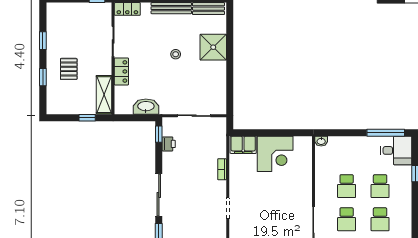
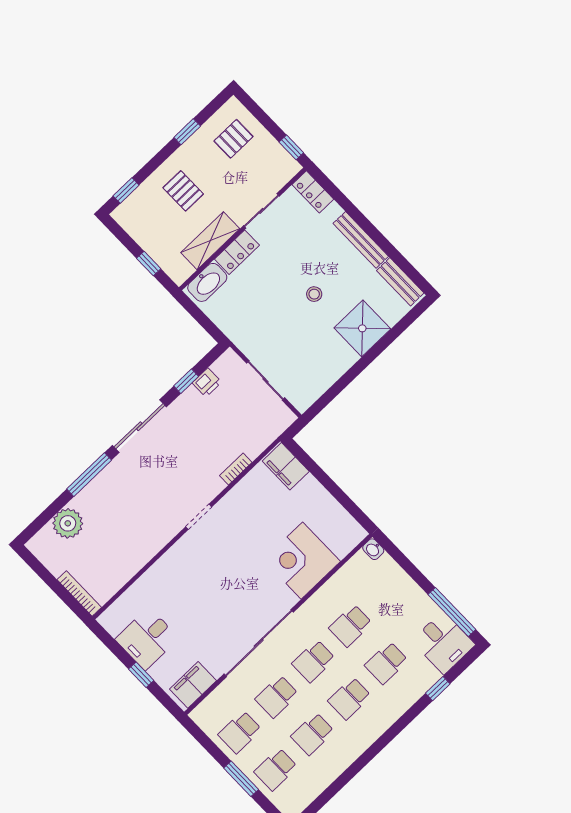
pallet: (67, 22) -> (234, 139), added
pallet: (69, 69) -> (183, 191), turned 90
window: (43, 77) -> (126, 191), moved
shelving: (104, 95) -> (210, 241), moved
washbasin: (146, 107) -> (207, 282), moved, turned 90
window: (159, 134) -> (186, 381), moved
corner desk: (275, 154) -> (302, 561), moved, turned 90

